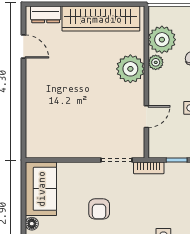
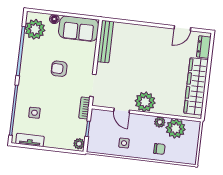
plant: (130, 69) -> (145, 102), moved
bench: (54, 150) -> (105, 42), added

